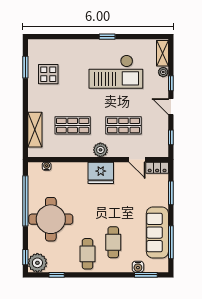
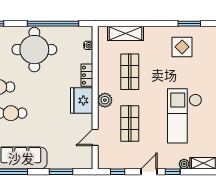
locker: (157, 168) -> (87, 75), moved

